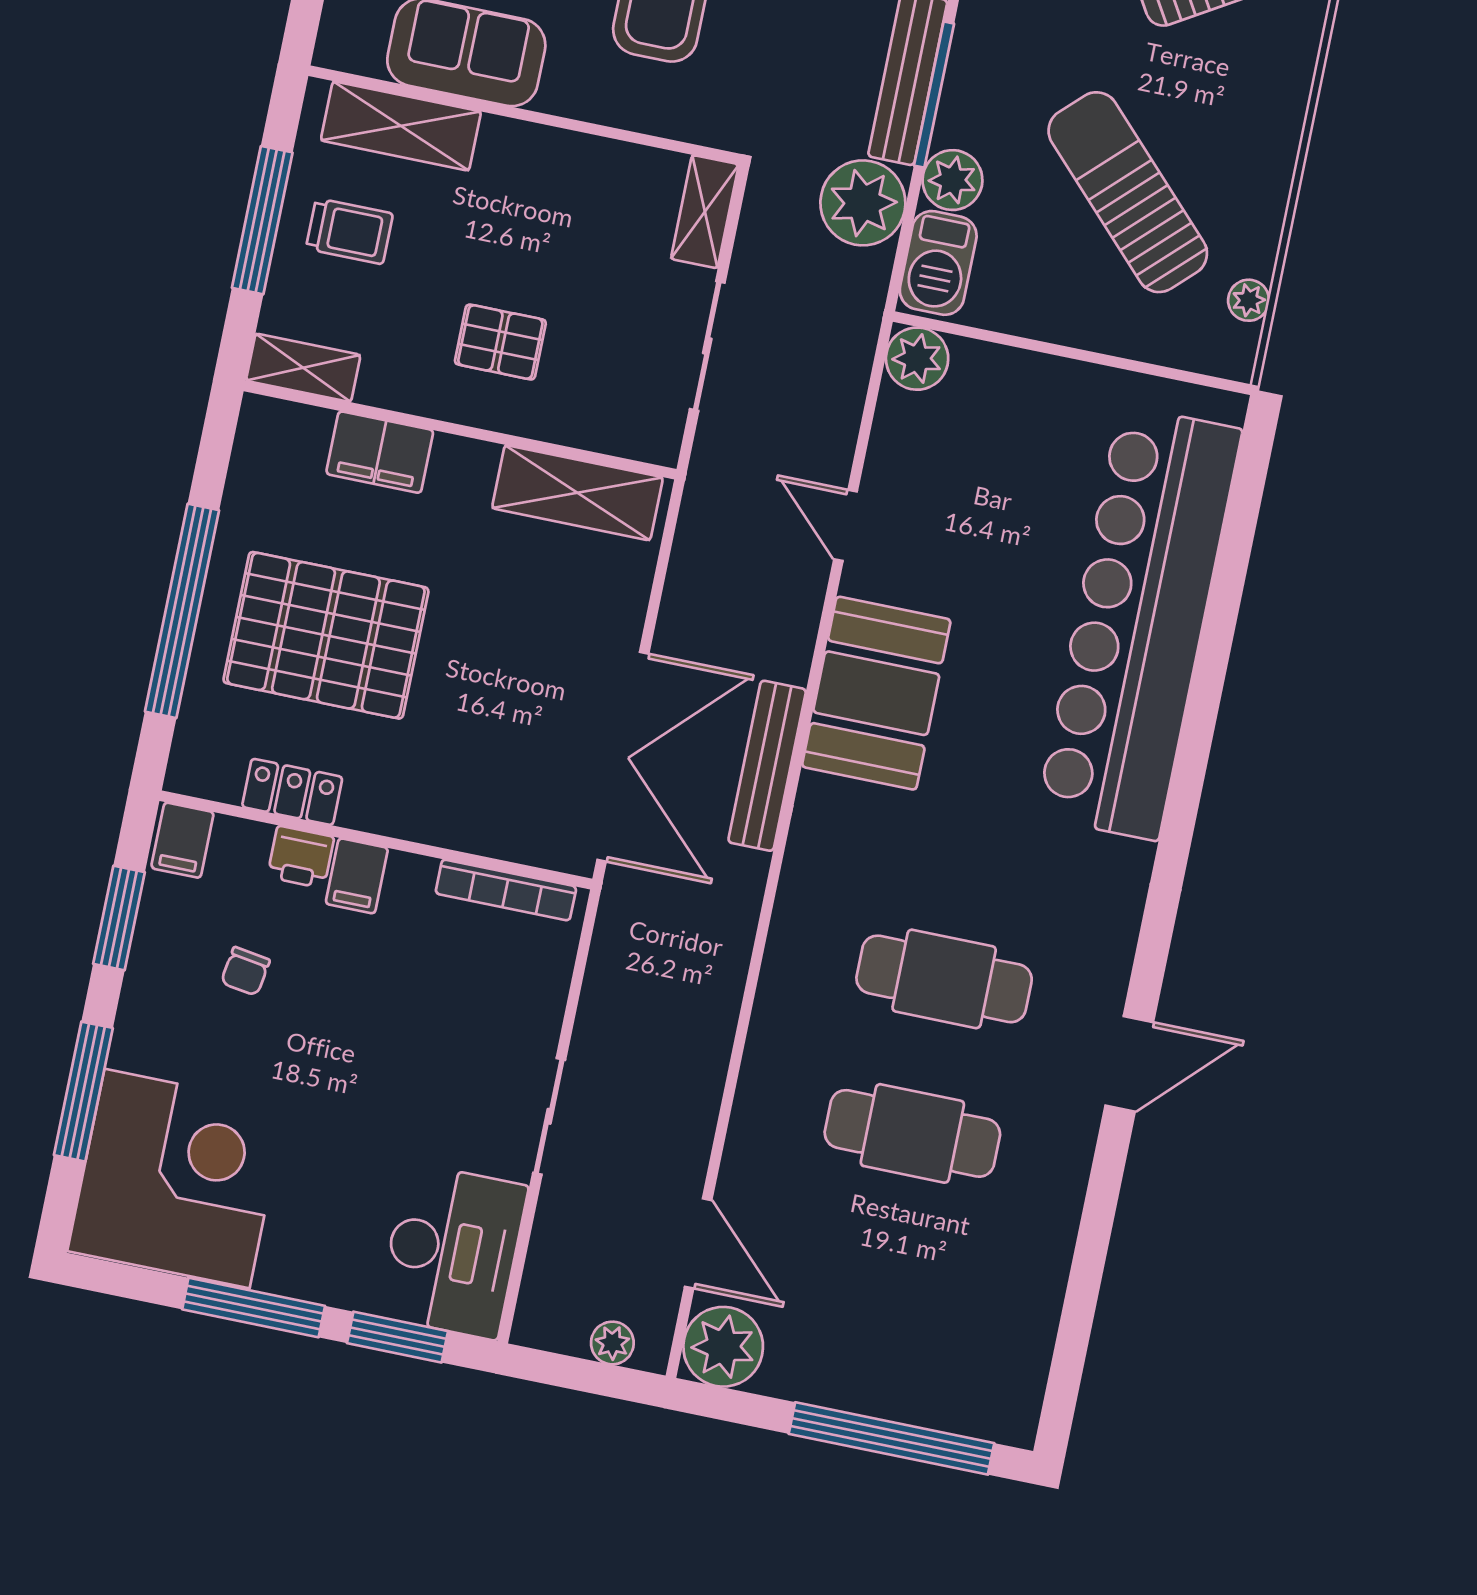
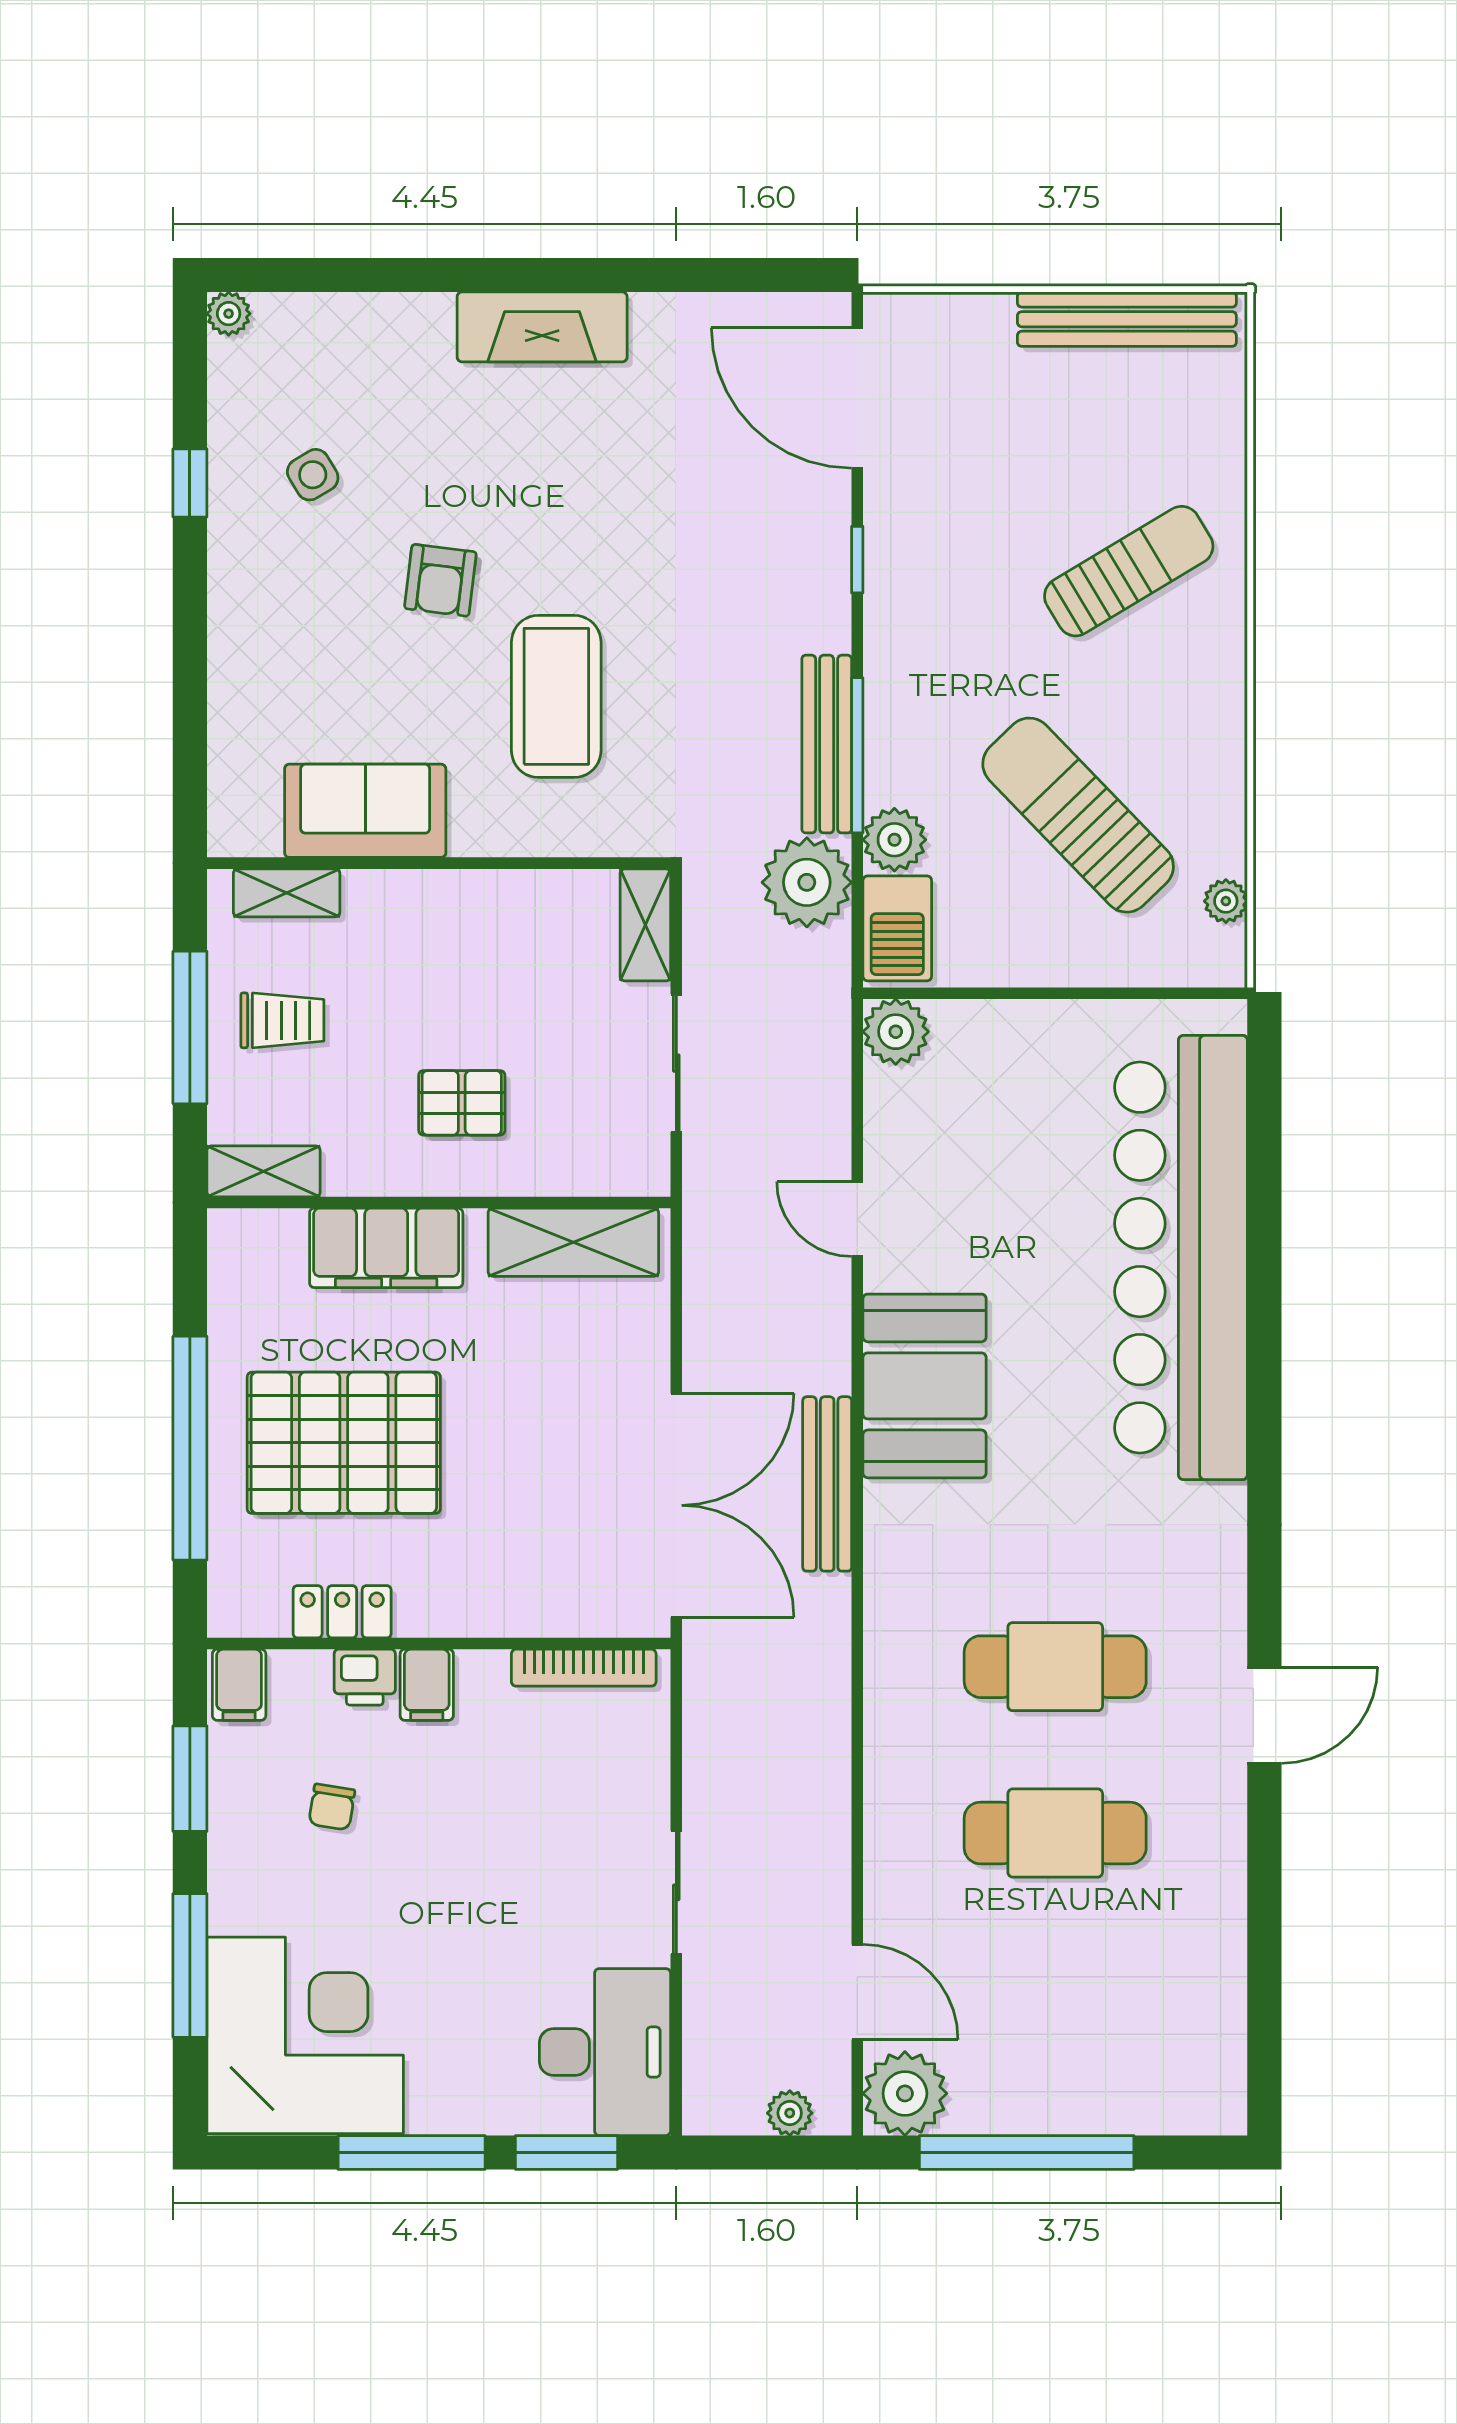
shelving: (401, 126) -> (287, 893), width x0.67, depth x0.75
filing cabinet: (380, 452) -> (386, 1248), width x1.50, depth x1.17
window: (891, 1438) -> (1027, 2152), moved

